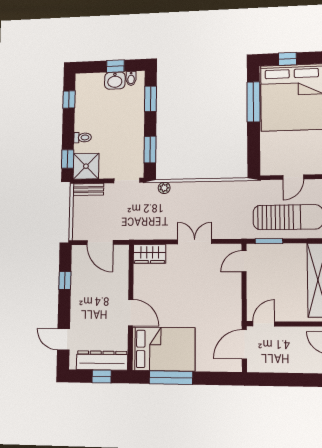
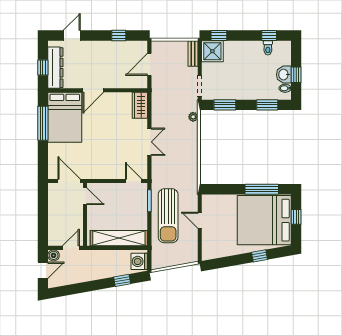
toilet: (83, 138) -> (268, 48), moved

